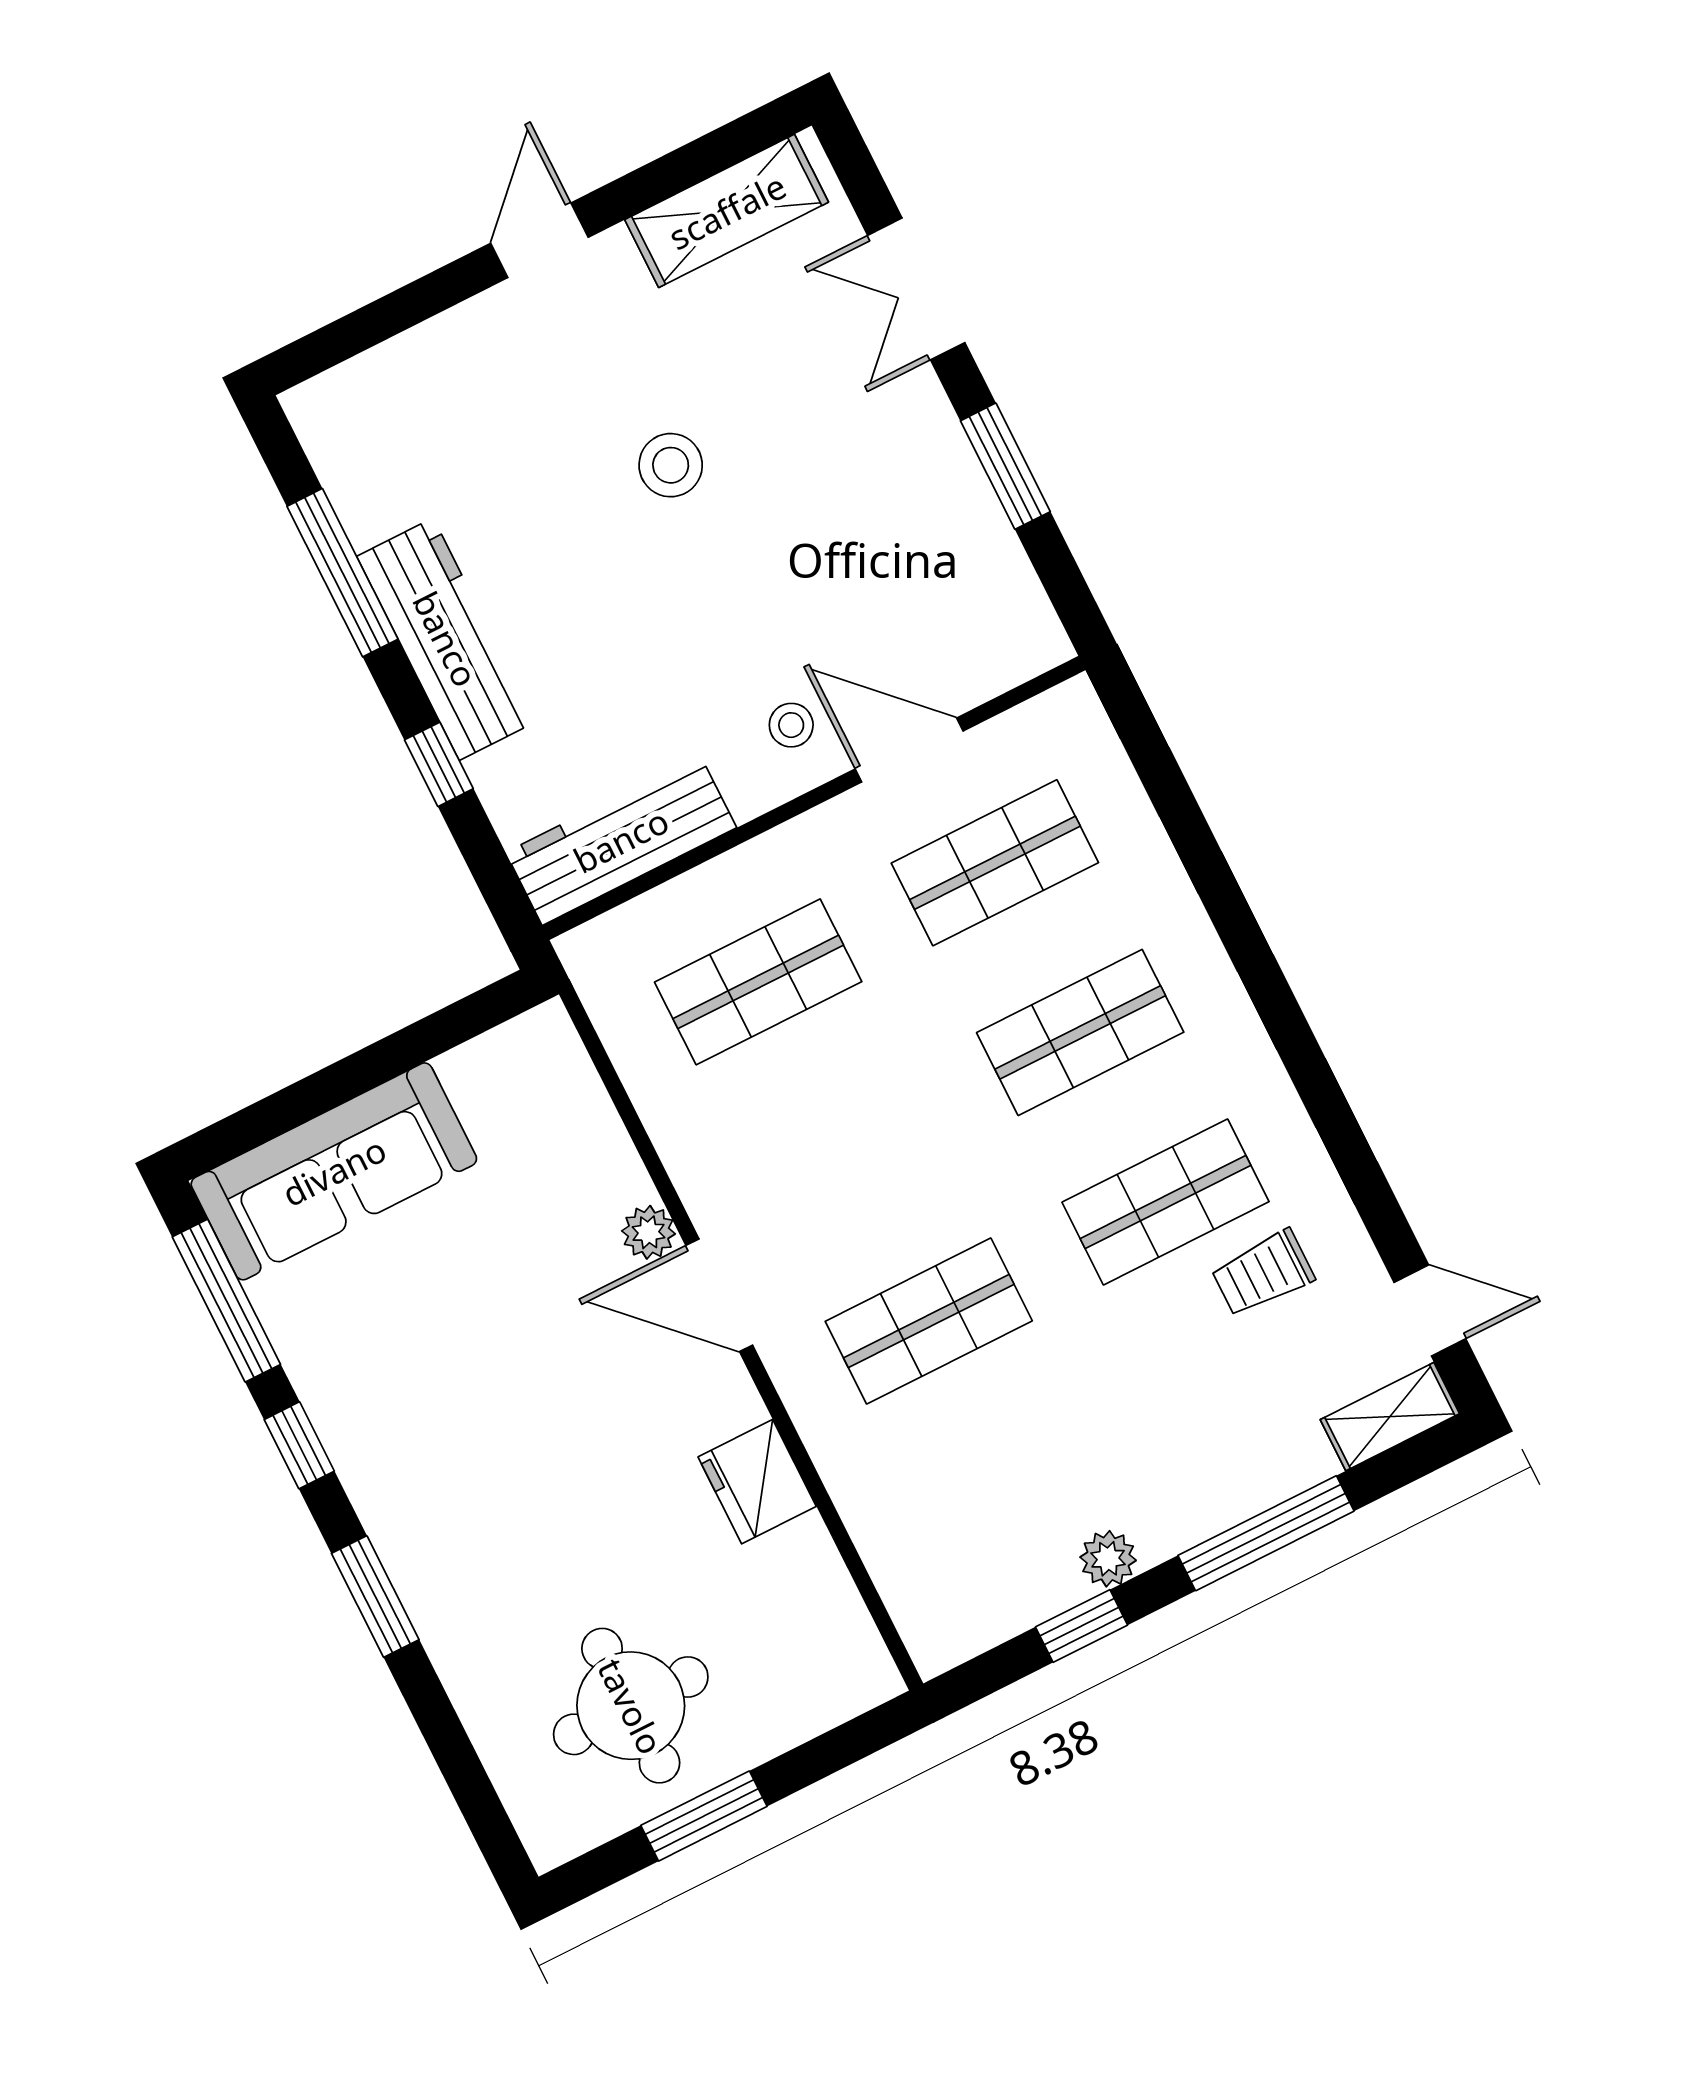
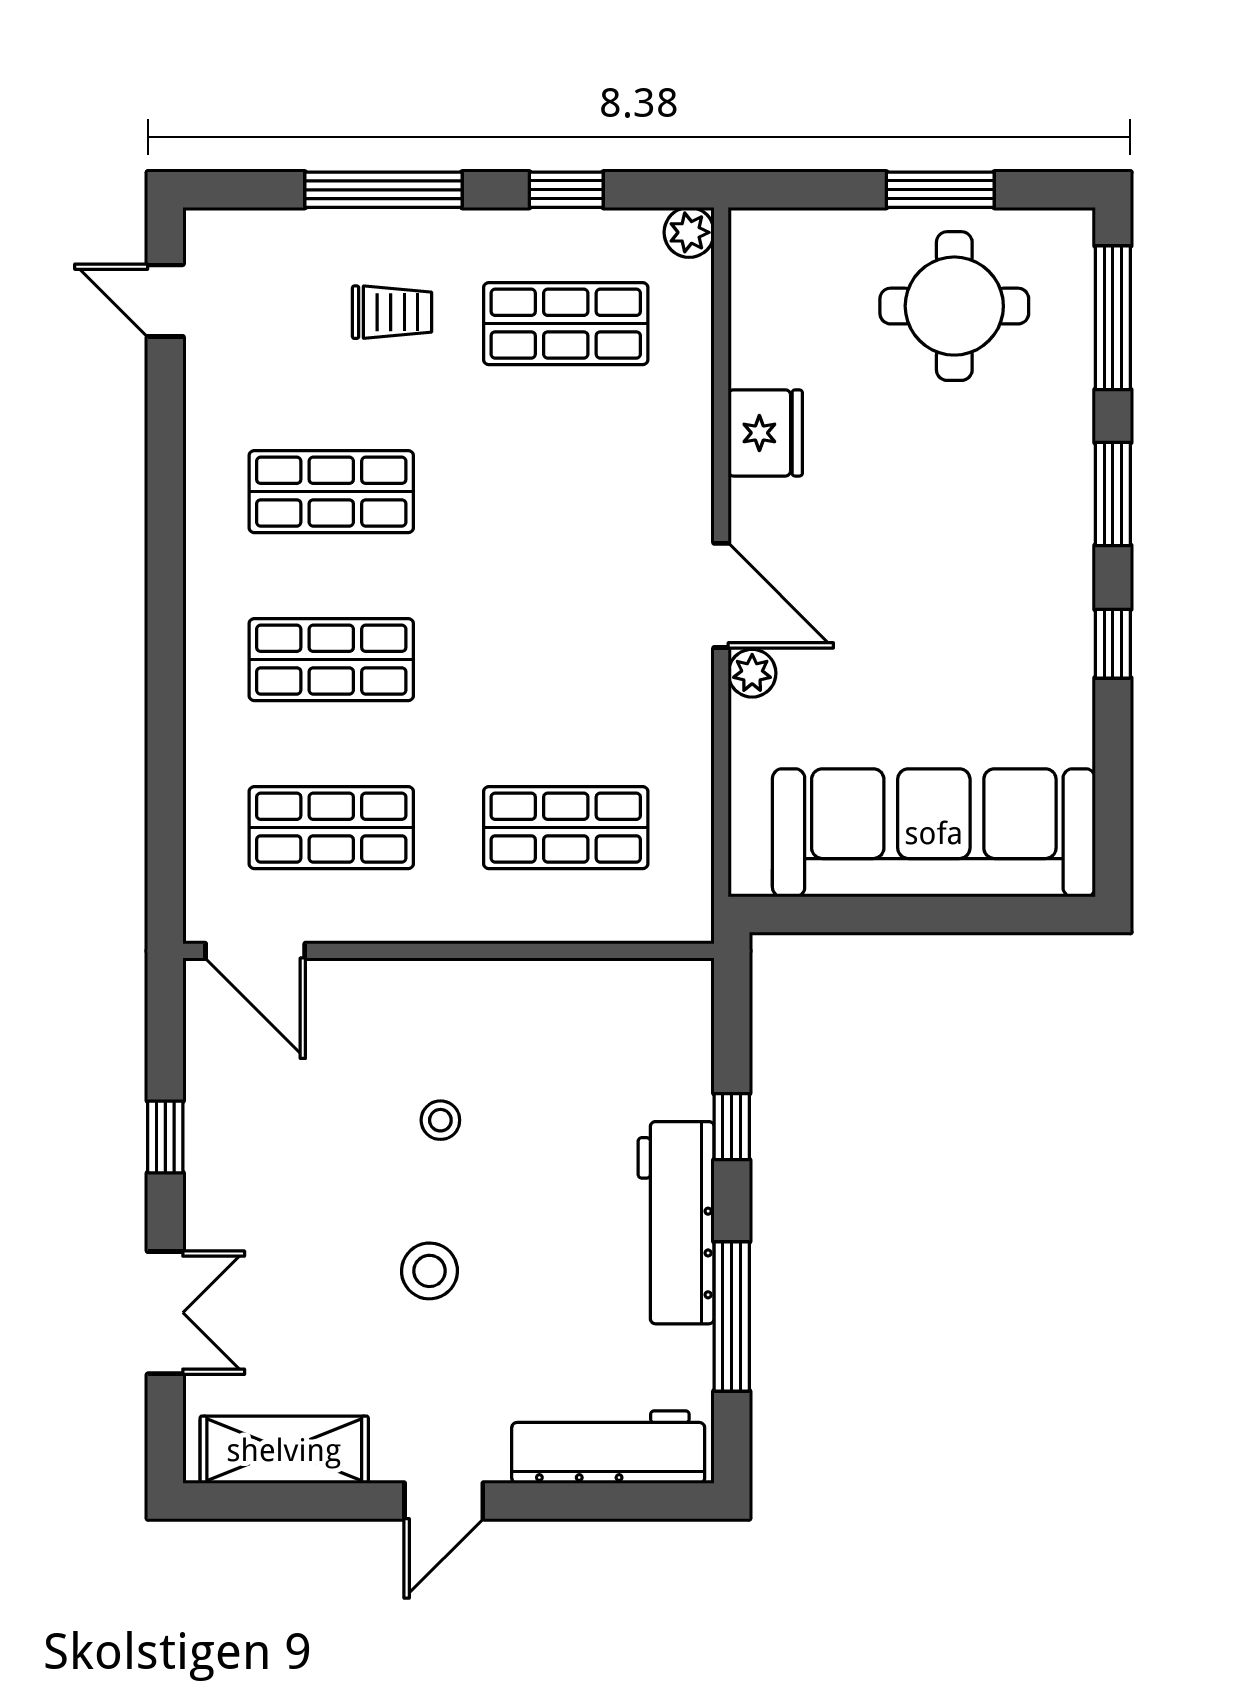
window: (1005, 466) -> (165, 1137), width x0.67
stool: (791, 725) -> (440, 1120), moved
door: (909, 750) -> (255, 951), moved
workbench: (621, 840) -> (608, 1447), moved, turned 180
sofa: (334, 1171) -> (934, 833), width x1.36, depth x1.27
trolley: (1263, 1273) -> (392, 312), moved
window: (226, 1301) -> (1113, 318), moved
shop shelf: (929, 1321) -> (566, 324), moved
shelving: (1390, 1417) -> (239, 233), removed
plant: (1108, 1559) -> (689, 232), moved

